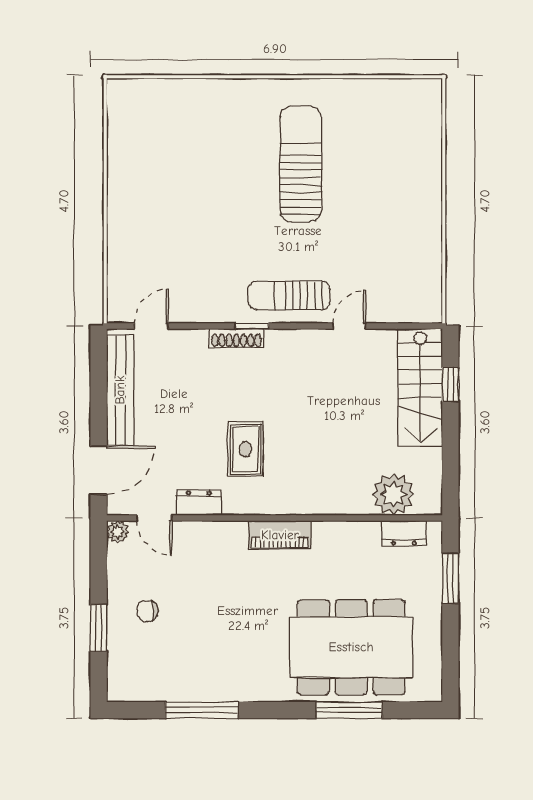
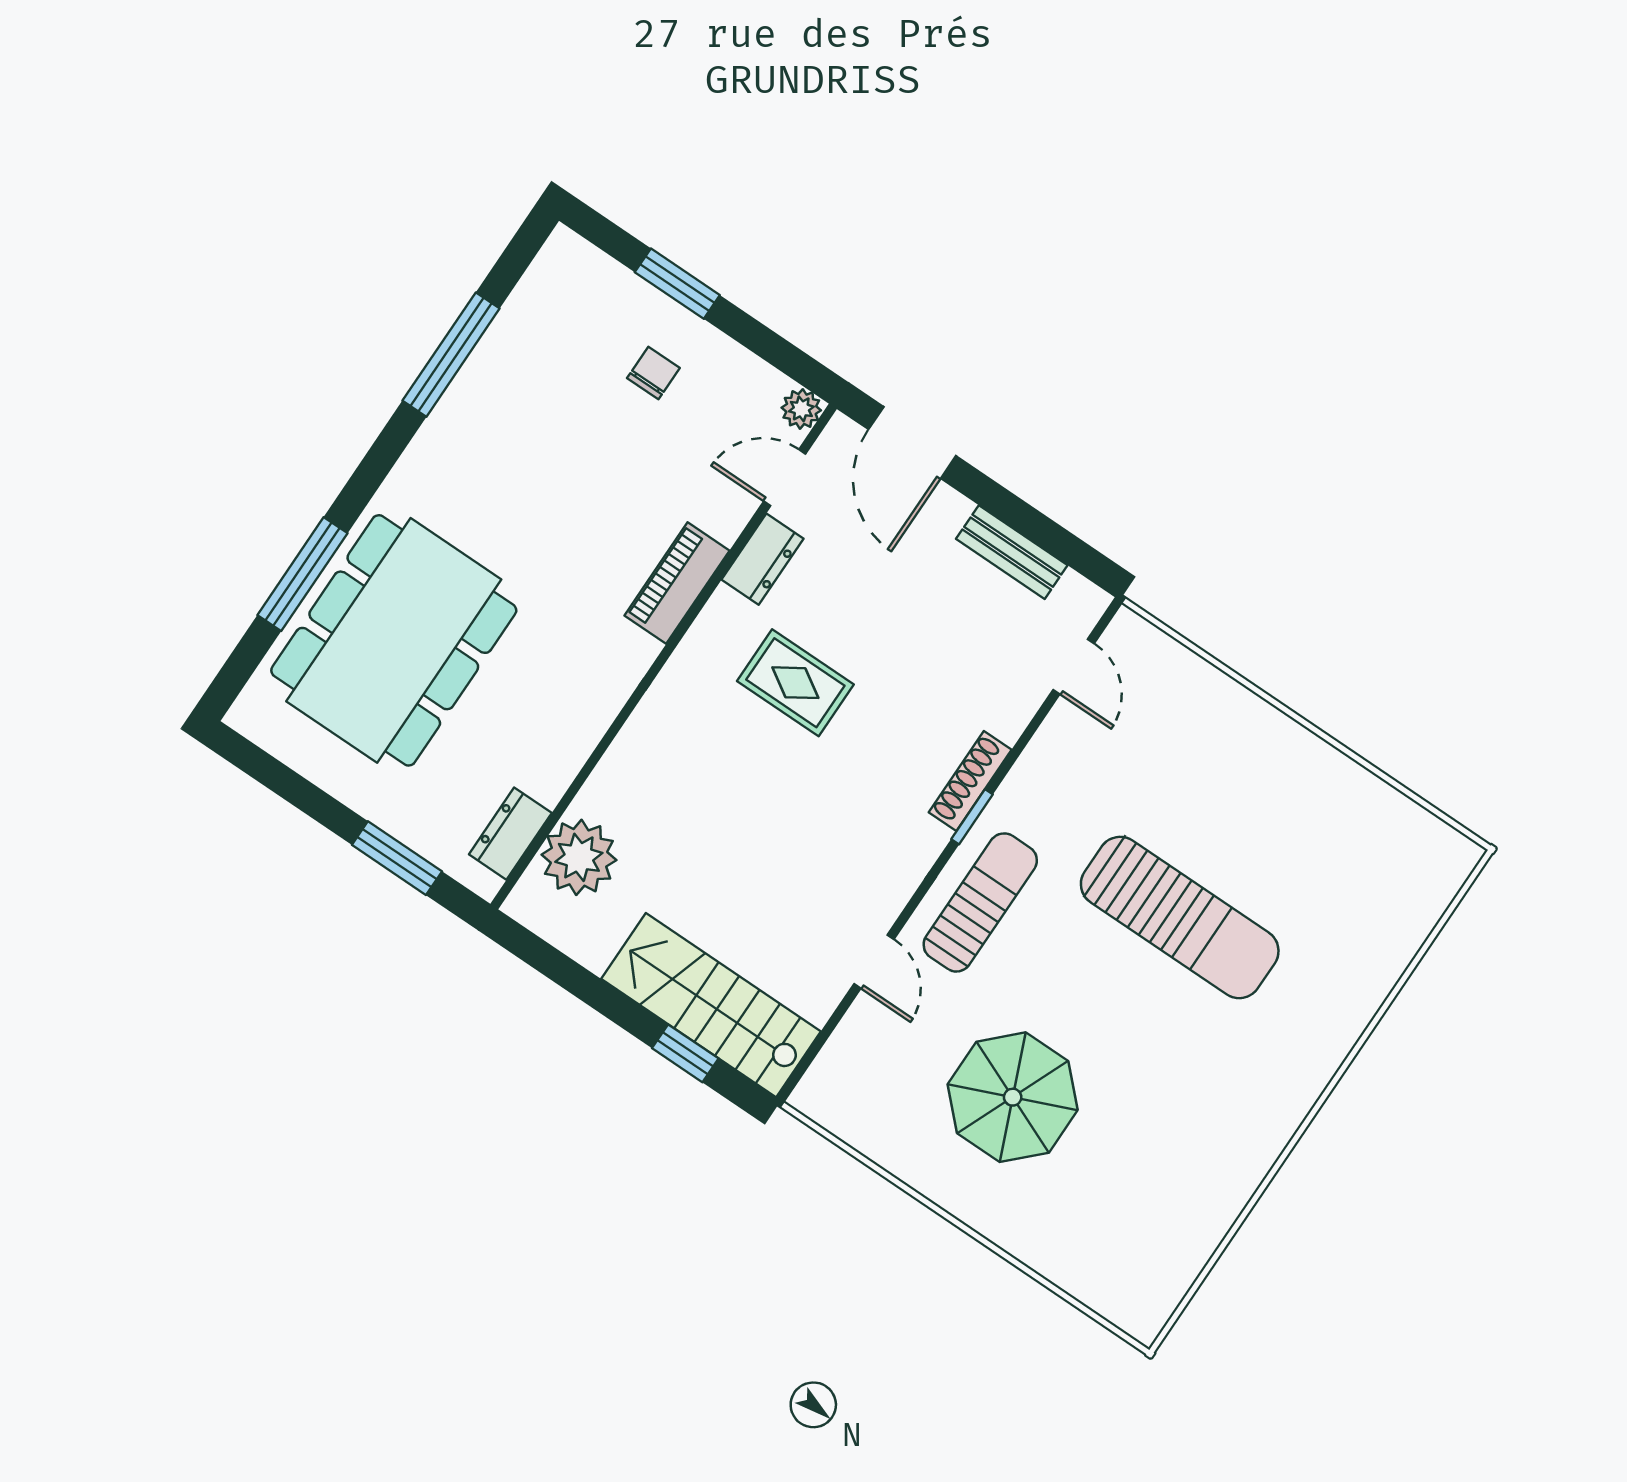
sun lounger: (301, 164) -> (1180, 917), moved
parasol: (369, 220) -> (1013, 1097), added
bench: (120, 390) -> (1012, 552), width x0.54, depth x0.82
piano: (280, 535) -> (677, 583), moved

